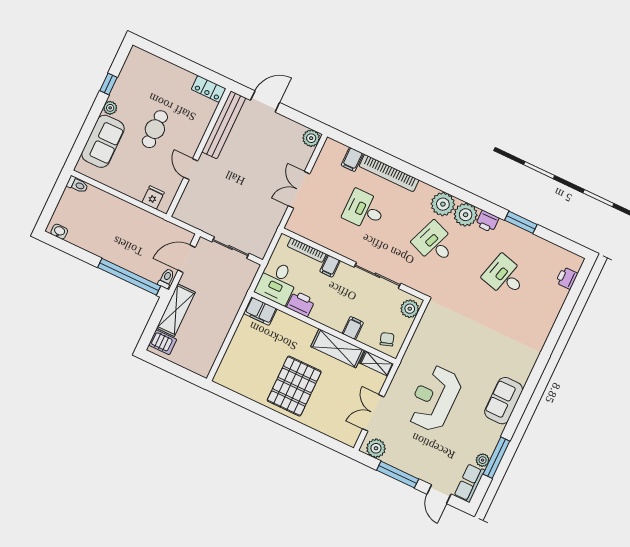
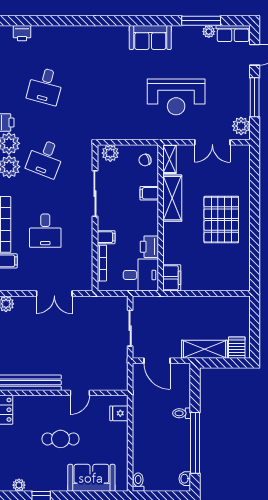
plant: (110, 108) -> (19, 485), moved
window: (129, 277) -> (195, 443), moved
toilet: (166, 278) -> (182, 413), moved
pallet: (294, 386) -> (221, 220), turned 90

